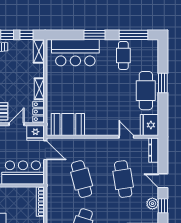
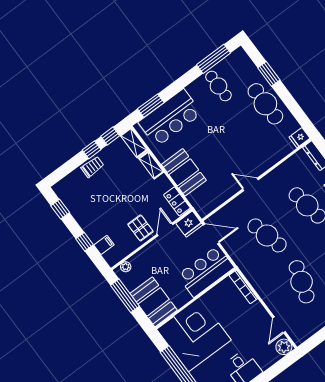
window: (94, 35) -> (151, 106), moved
window: (163, 83) -> (269, 74), moved
shelving: (39, 89) -> (151, 165), moved
booth: (68, 125) -> (184, 172), moved, turned 90
fridge: (149, 125) -> (299, 138), width x0.53, depth x0.75
door: (126, 137) -> (251, 184), moved

